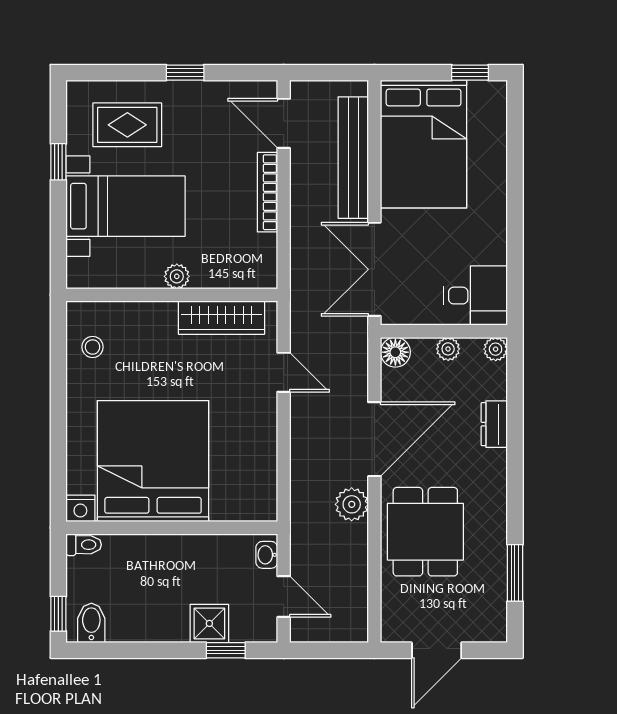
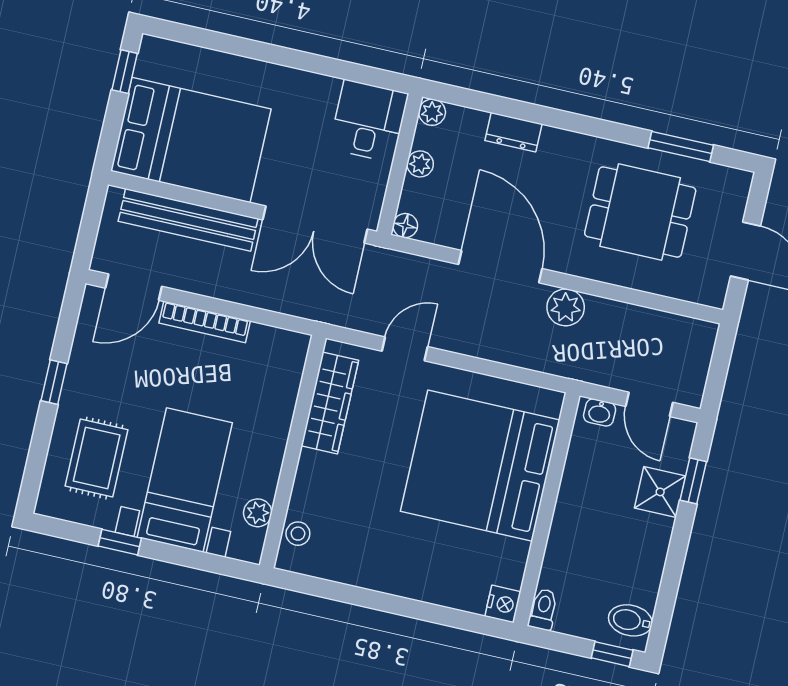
plant: (177, 276) -> (258, 513), moved
stool: (93, 347) -> (298, 534), moved
floor lamp: (395, 352) -> (405, 226), width x0.73, depth x0.73
bed: (153, 461) -> (480, 466), moved
dining table: (425, 532) -> (640, 212), moved
door: (284, 597) -> (649, 404), swing flipped

